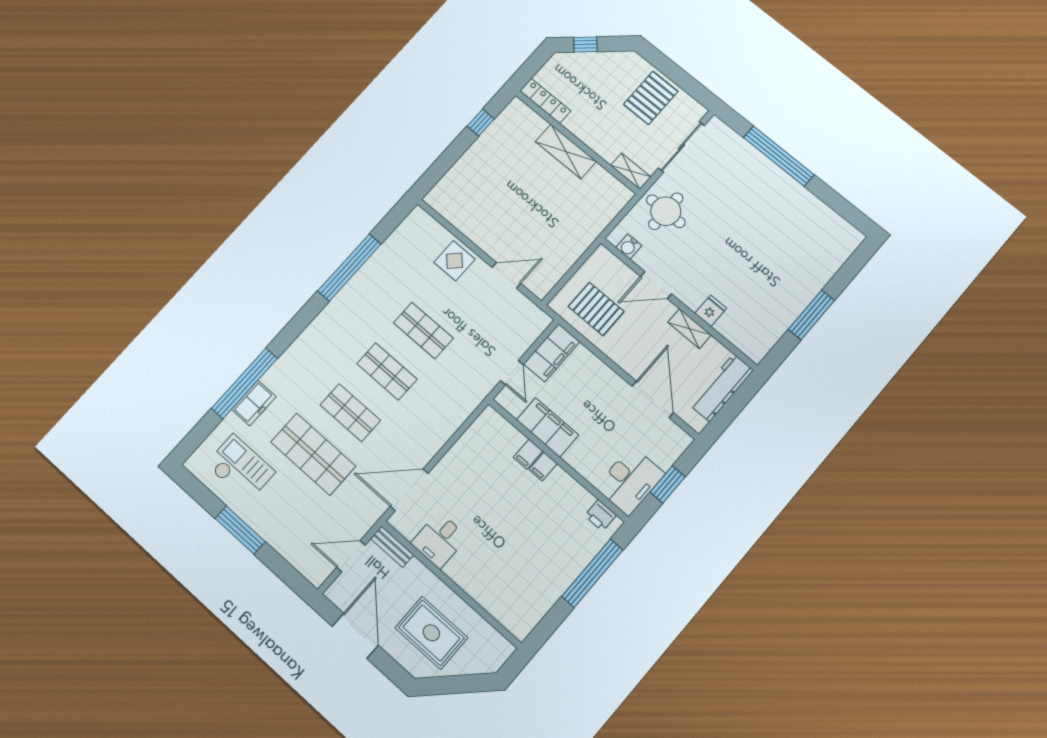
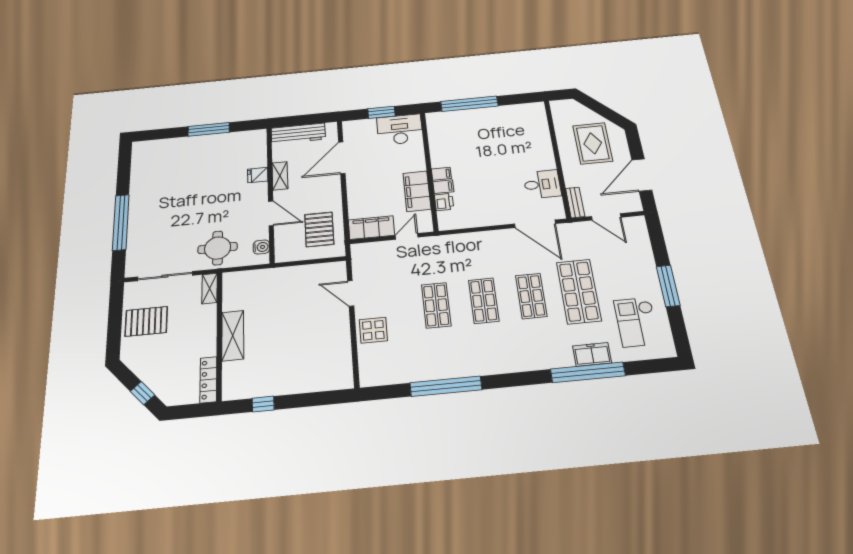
printer: (600, 515) -> (444, 202), moved

